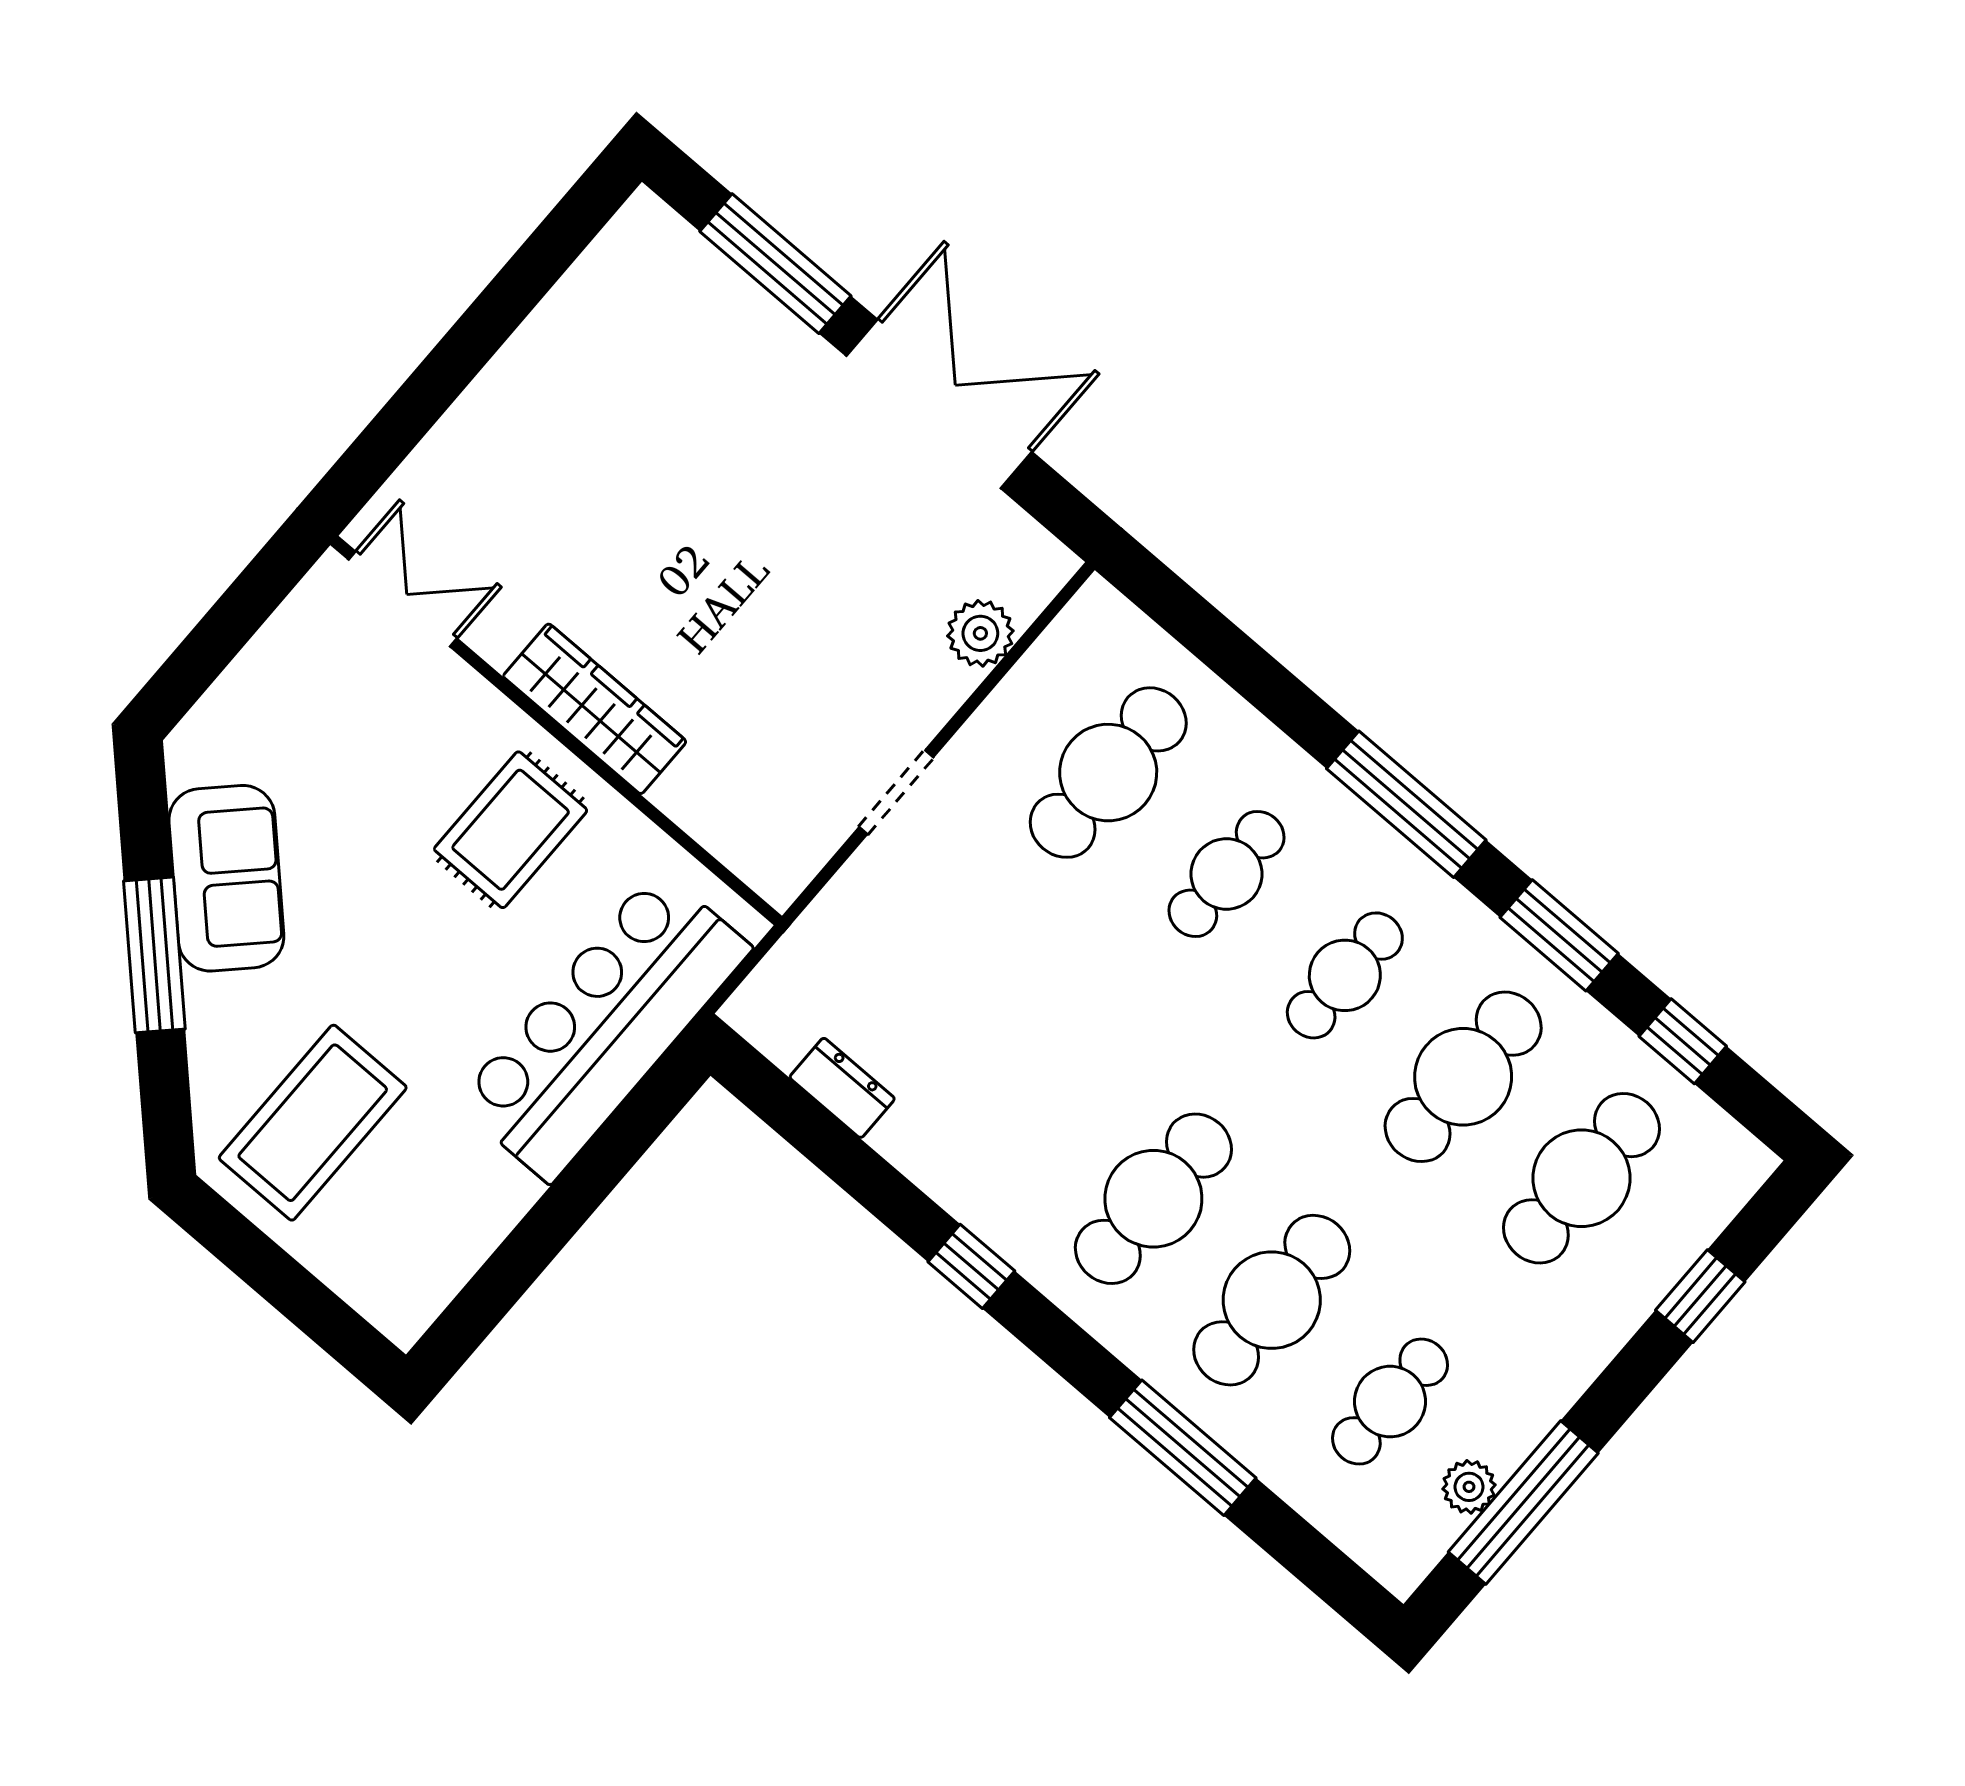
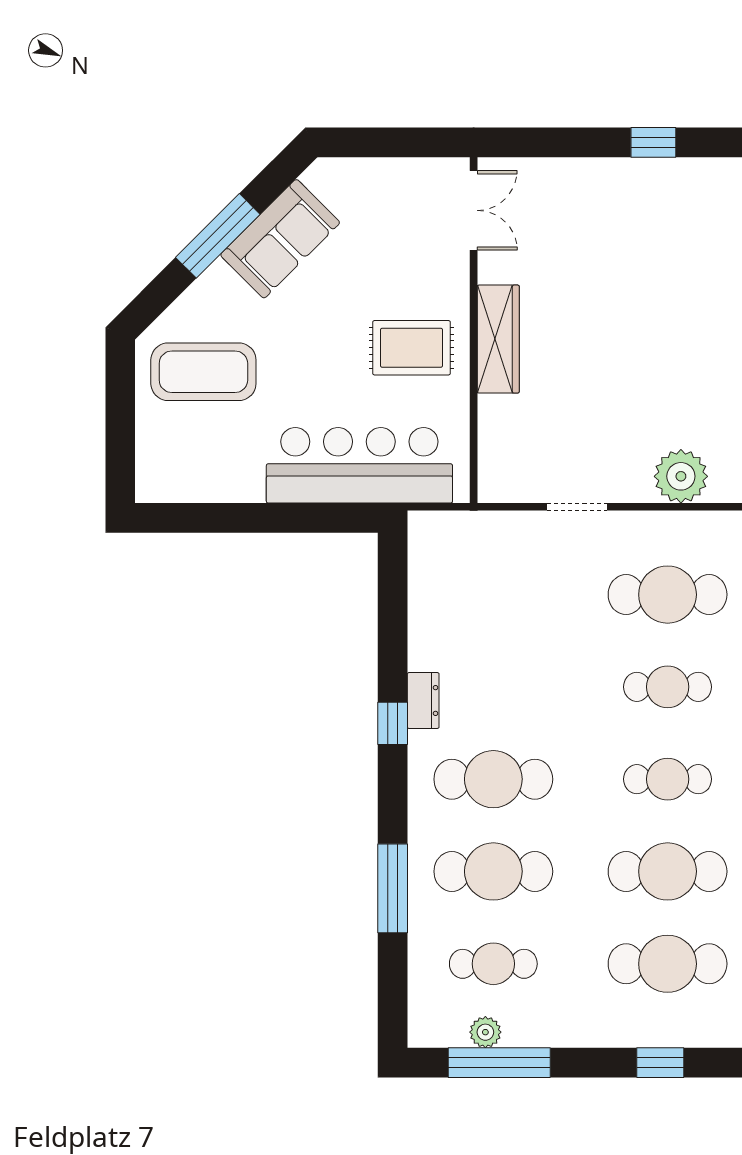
window: (513, 294) -> (653, 142), added
plant: (980, 633) -> (681, 476), width x1.36, depth x1.36
dresser: (842, 1088) -> (423, 700), moved

